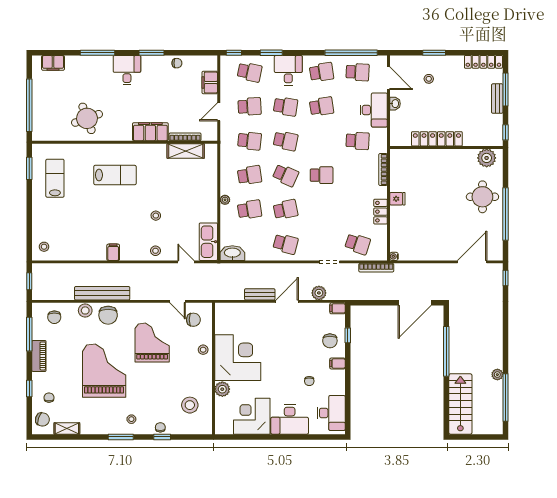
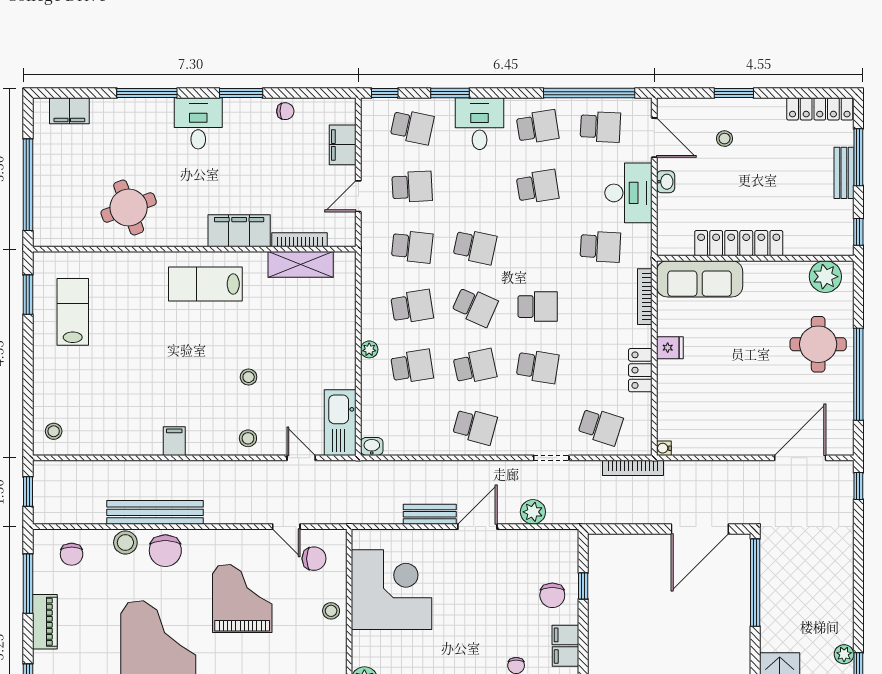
school desk: (286, 106) -> (538, 366), moved
sofa: (414, 159) -> (700, 279), added
lab bench: (115, 175) -> (205, 284), moved, turned 180
washbasin: (232, 253) -> (372, 446), width x0.52, depth x0.69
filing cabinet: (338, 308) -> (565, 656), moved
window: (446, 351) -> (755, 583), moved
corner desk: (238, 358) -> (391, 590), moved

